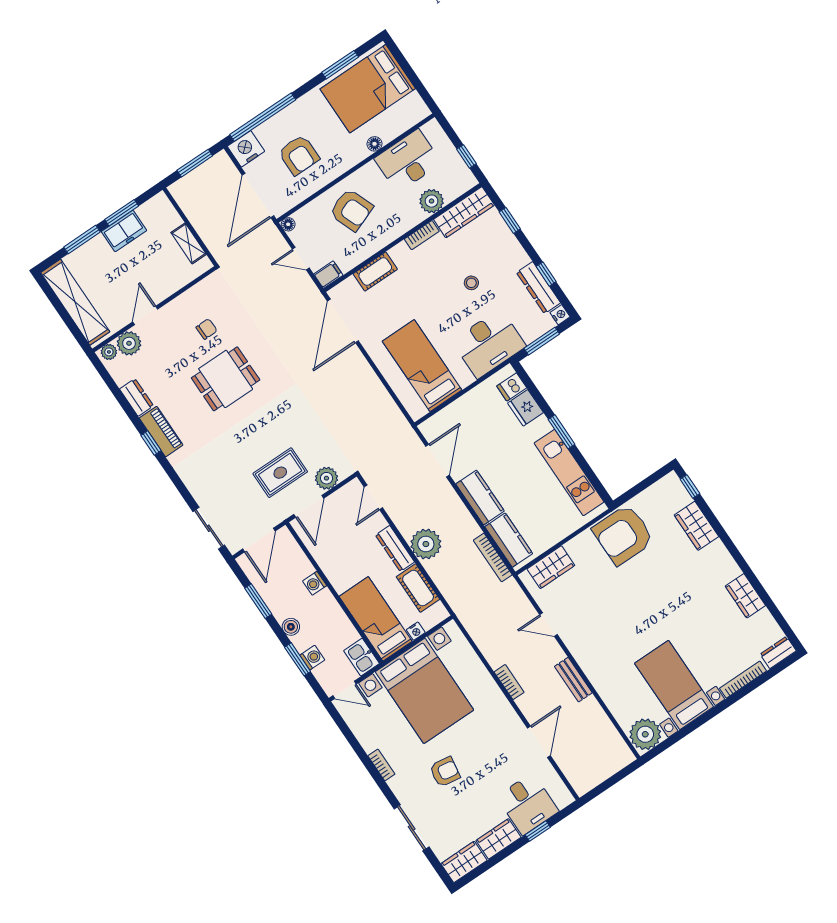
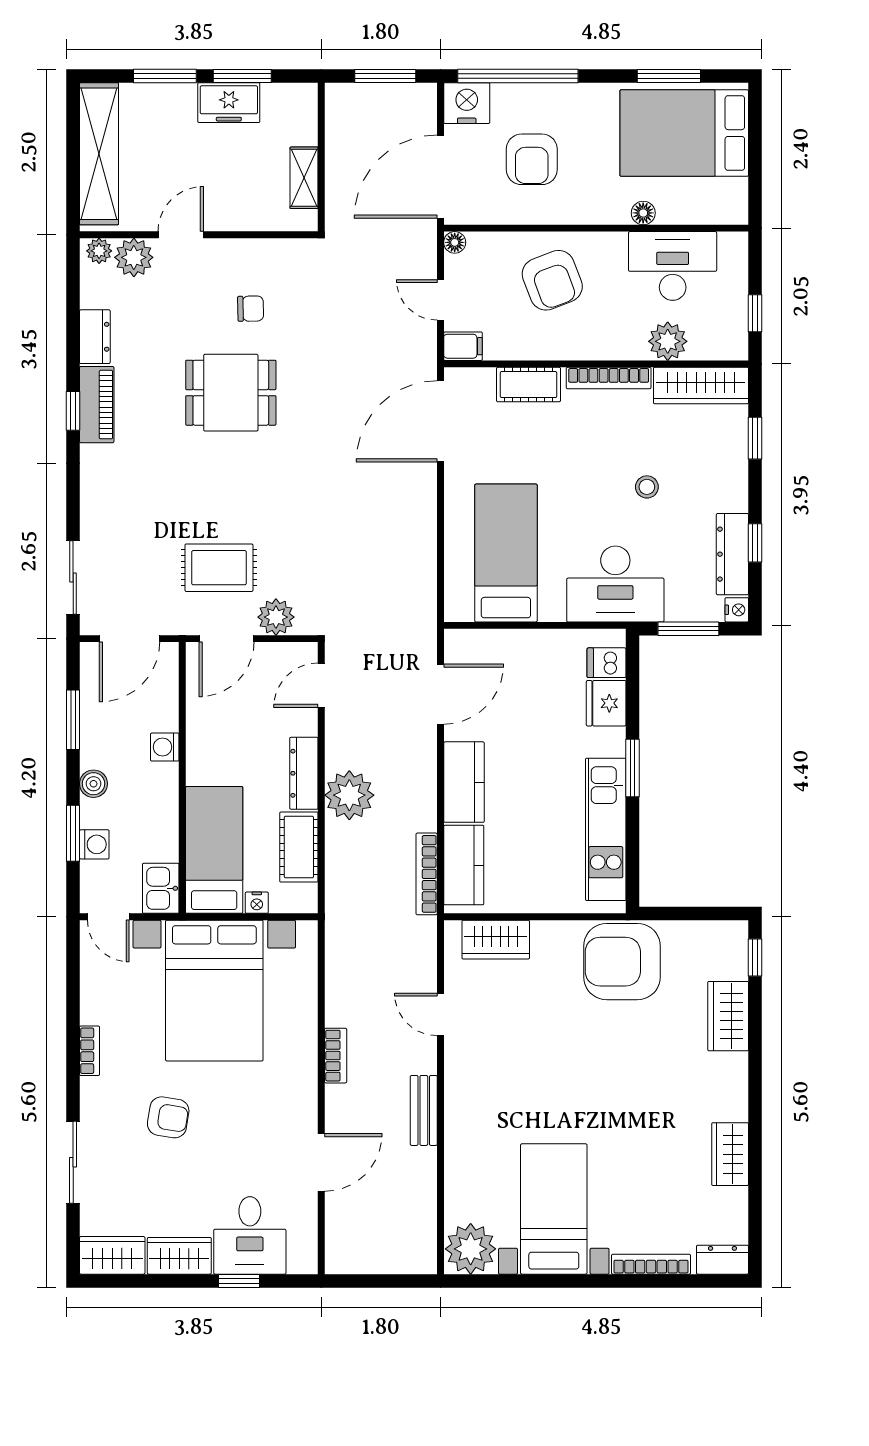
bookcase: (422, 235) -> (609, 378), width x1.56

